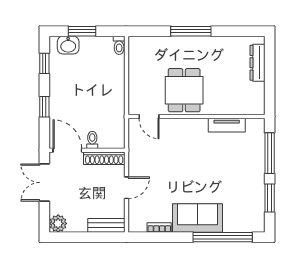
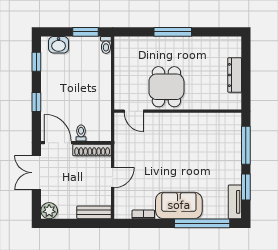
window: (82, 31) -> (85, 32), moved
dresser: (257, 63) -> (235, 75), moved
tv unit: (227, 125) -> (235, 202), moved, turned 90

